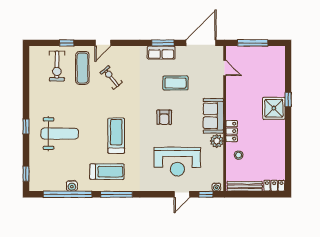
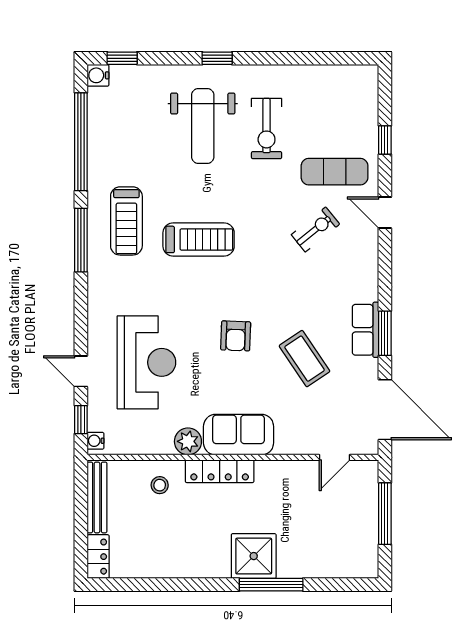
exercise bike: (57, 66) -> (267, 129), moved, turned -90
coffee table: (176, 83) -> (304, 359), turned -34
window: (288, 100) -> (271, 585), width x2.17
armchair: (164, 117) -> (236, 336), turned -88
locker: (232, 131) -> (220, 471), width x1.53
reception desk: (177, 162) -> (146, 362), turned 180
water cooler: (72, 186) -> (98, 75), moved

